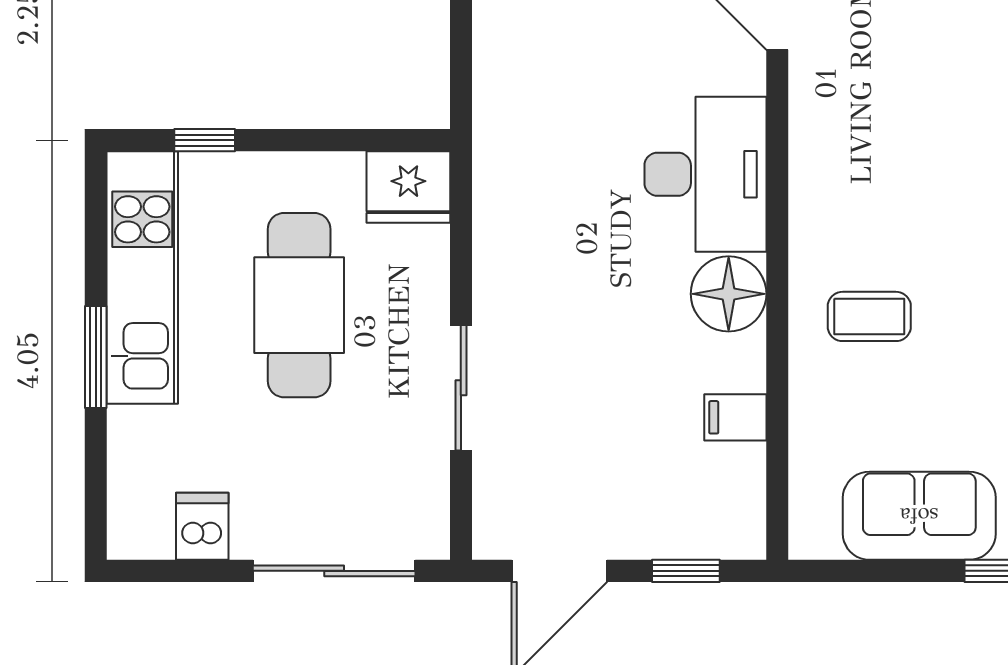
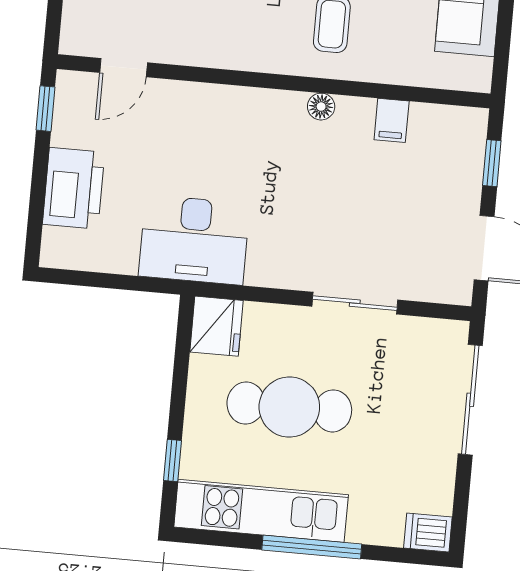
desk: (705, 174) -> (194, 240), moved, turned 180
floor lamp: (729, 294) -> (321, 107), width x0.53, depth x0.53
window: (96, 357) -> (312, 547), width x1.44
dishwasher: (202, 526) -> (428, 532), moved

